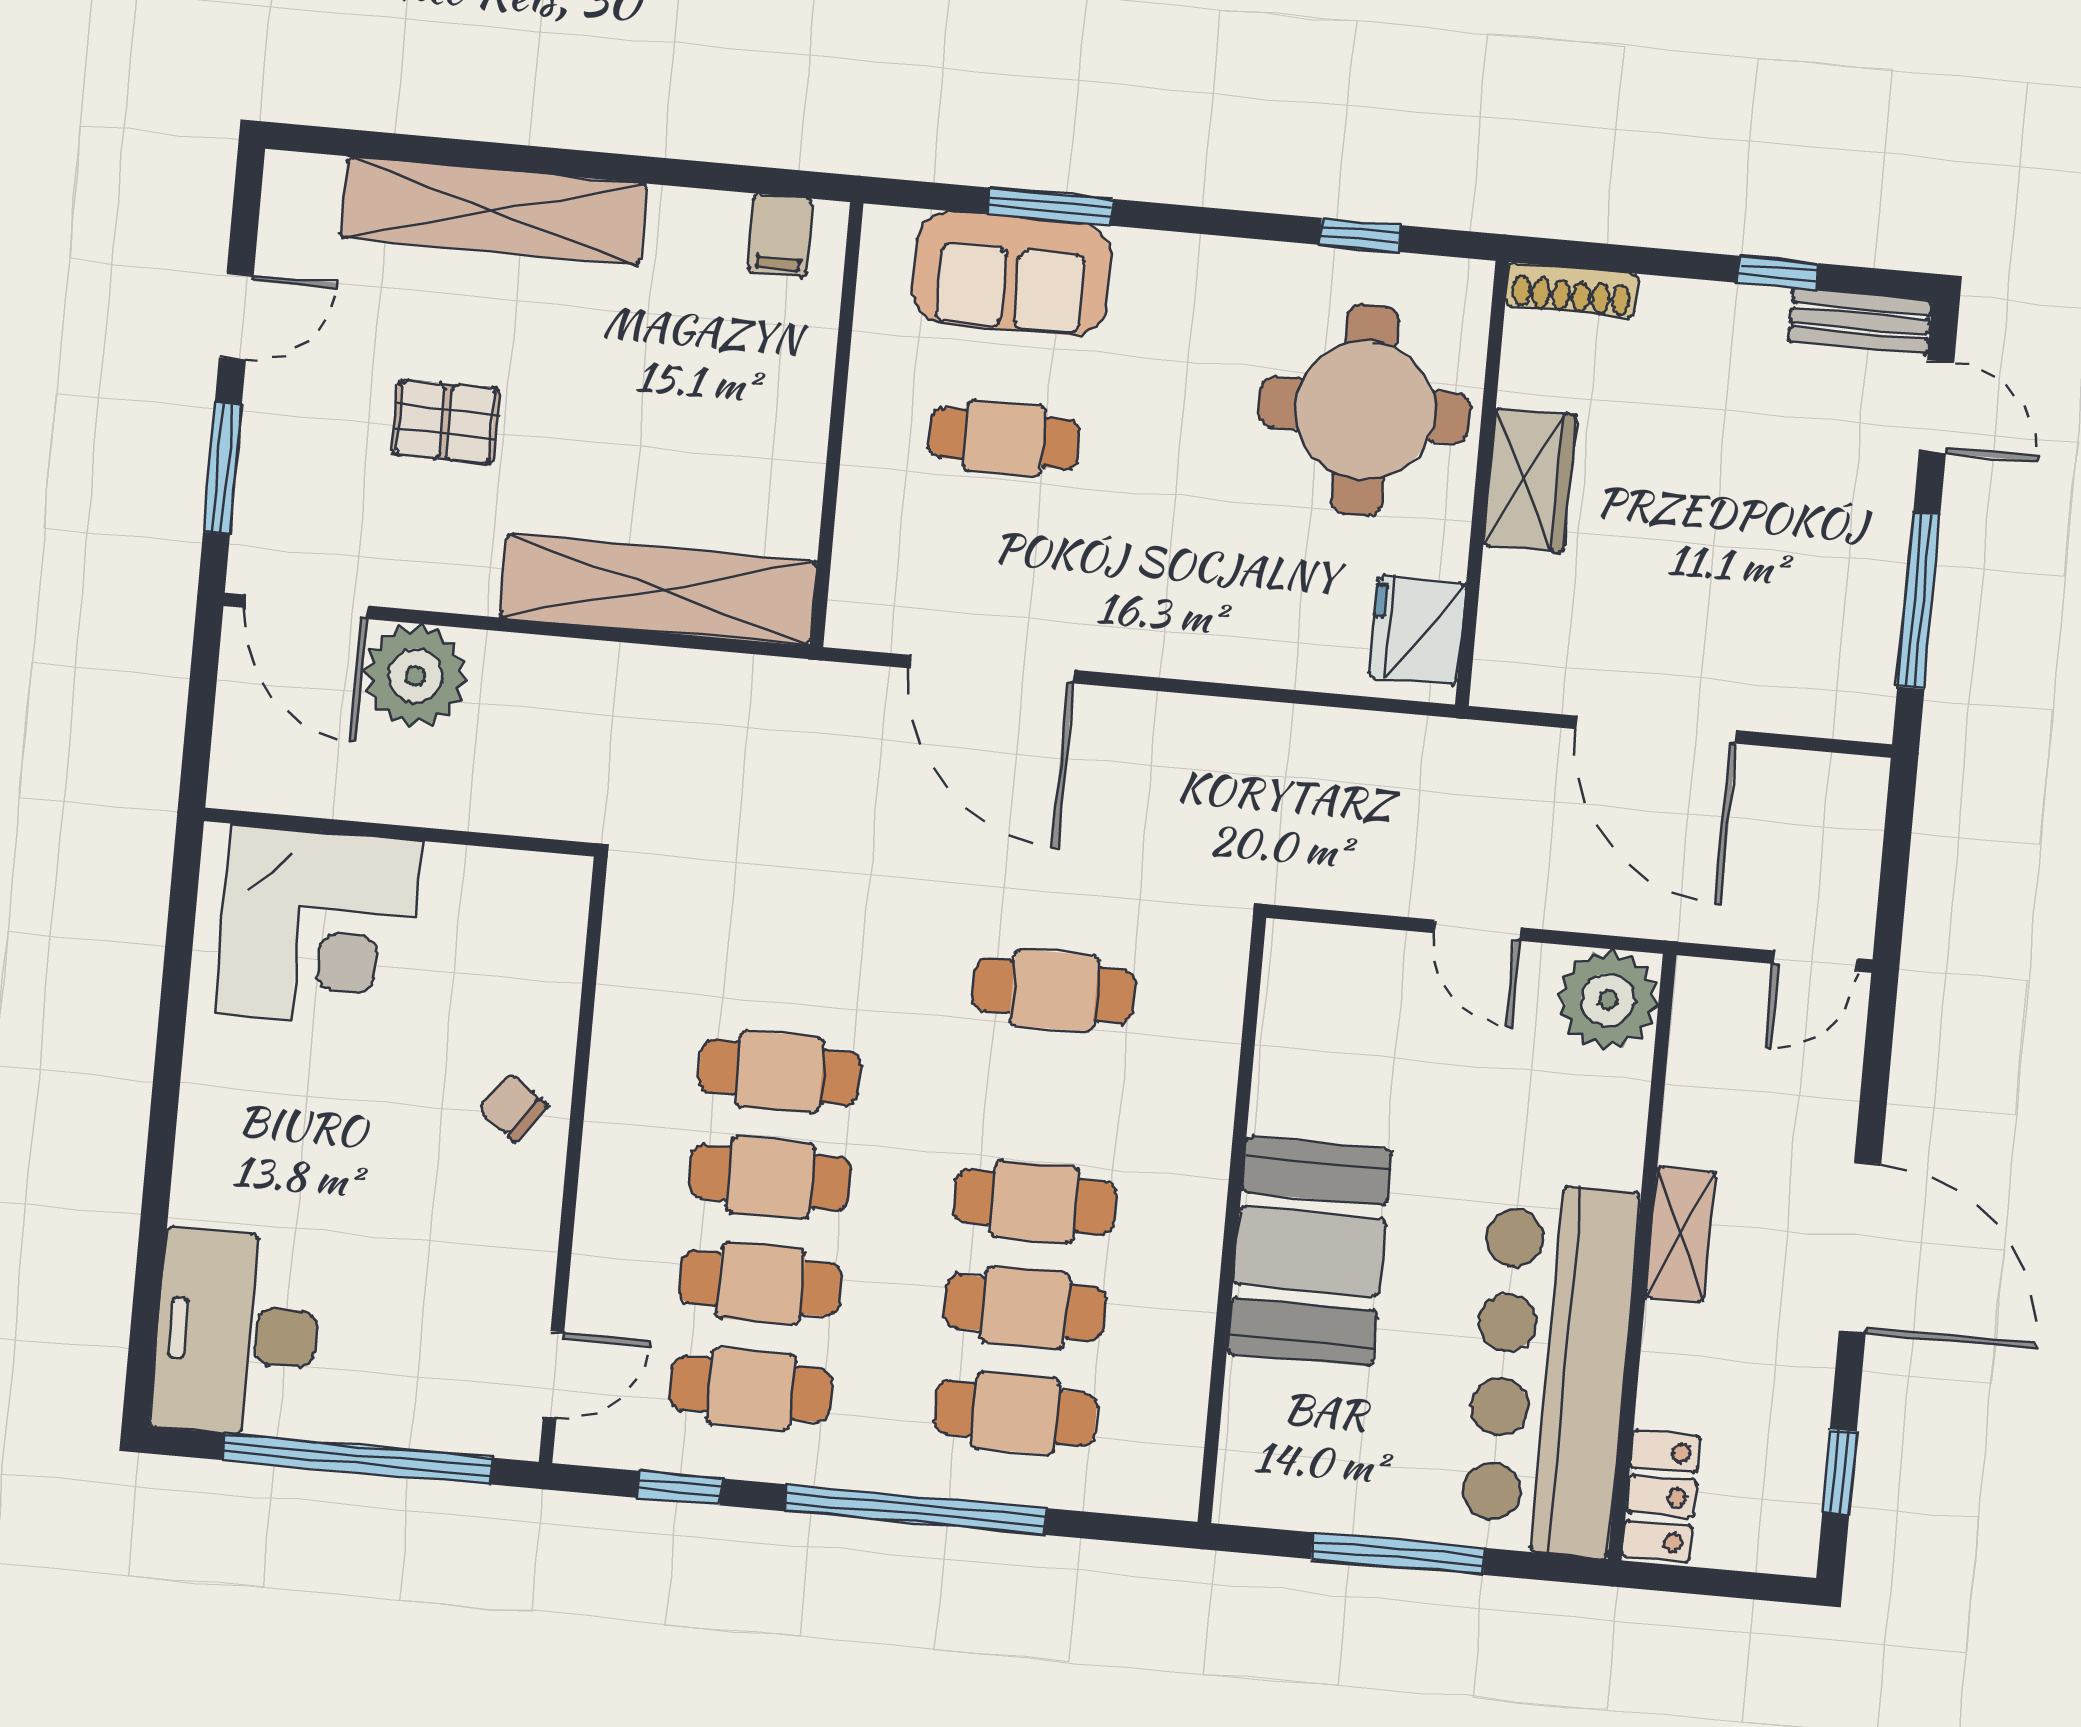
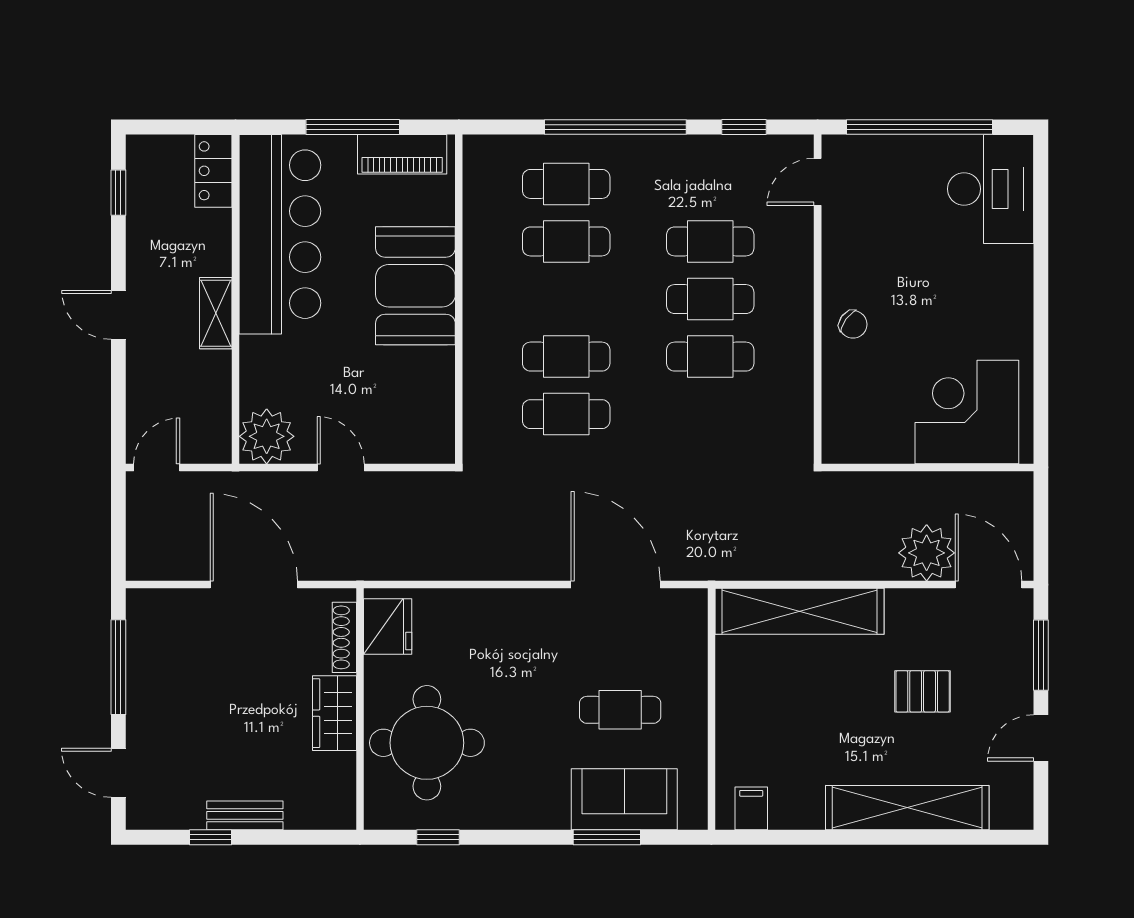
shoe rack: (1572, 290) -> (344, 637), moved, turned -90
bench: (1860, 321) -> (245, 815), moved
cafe table: (1035, 1202) -> (566, 357), moved
door: (1860, 1248) -> (118, 315), width x0.53
cafe table: (751, 1389) -> (710, 184), removed
piano: (1312, 1495) -> (402, 154), added

